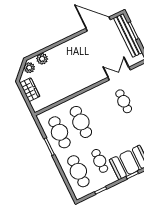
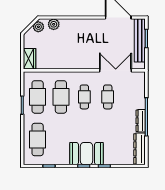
double door: (119, 74) -> (116, 70), width x1.37
wardrobe: (30, 90) -> (30, 59), moved
cafe table: (100, 161) -> (84, 97), moved

